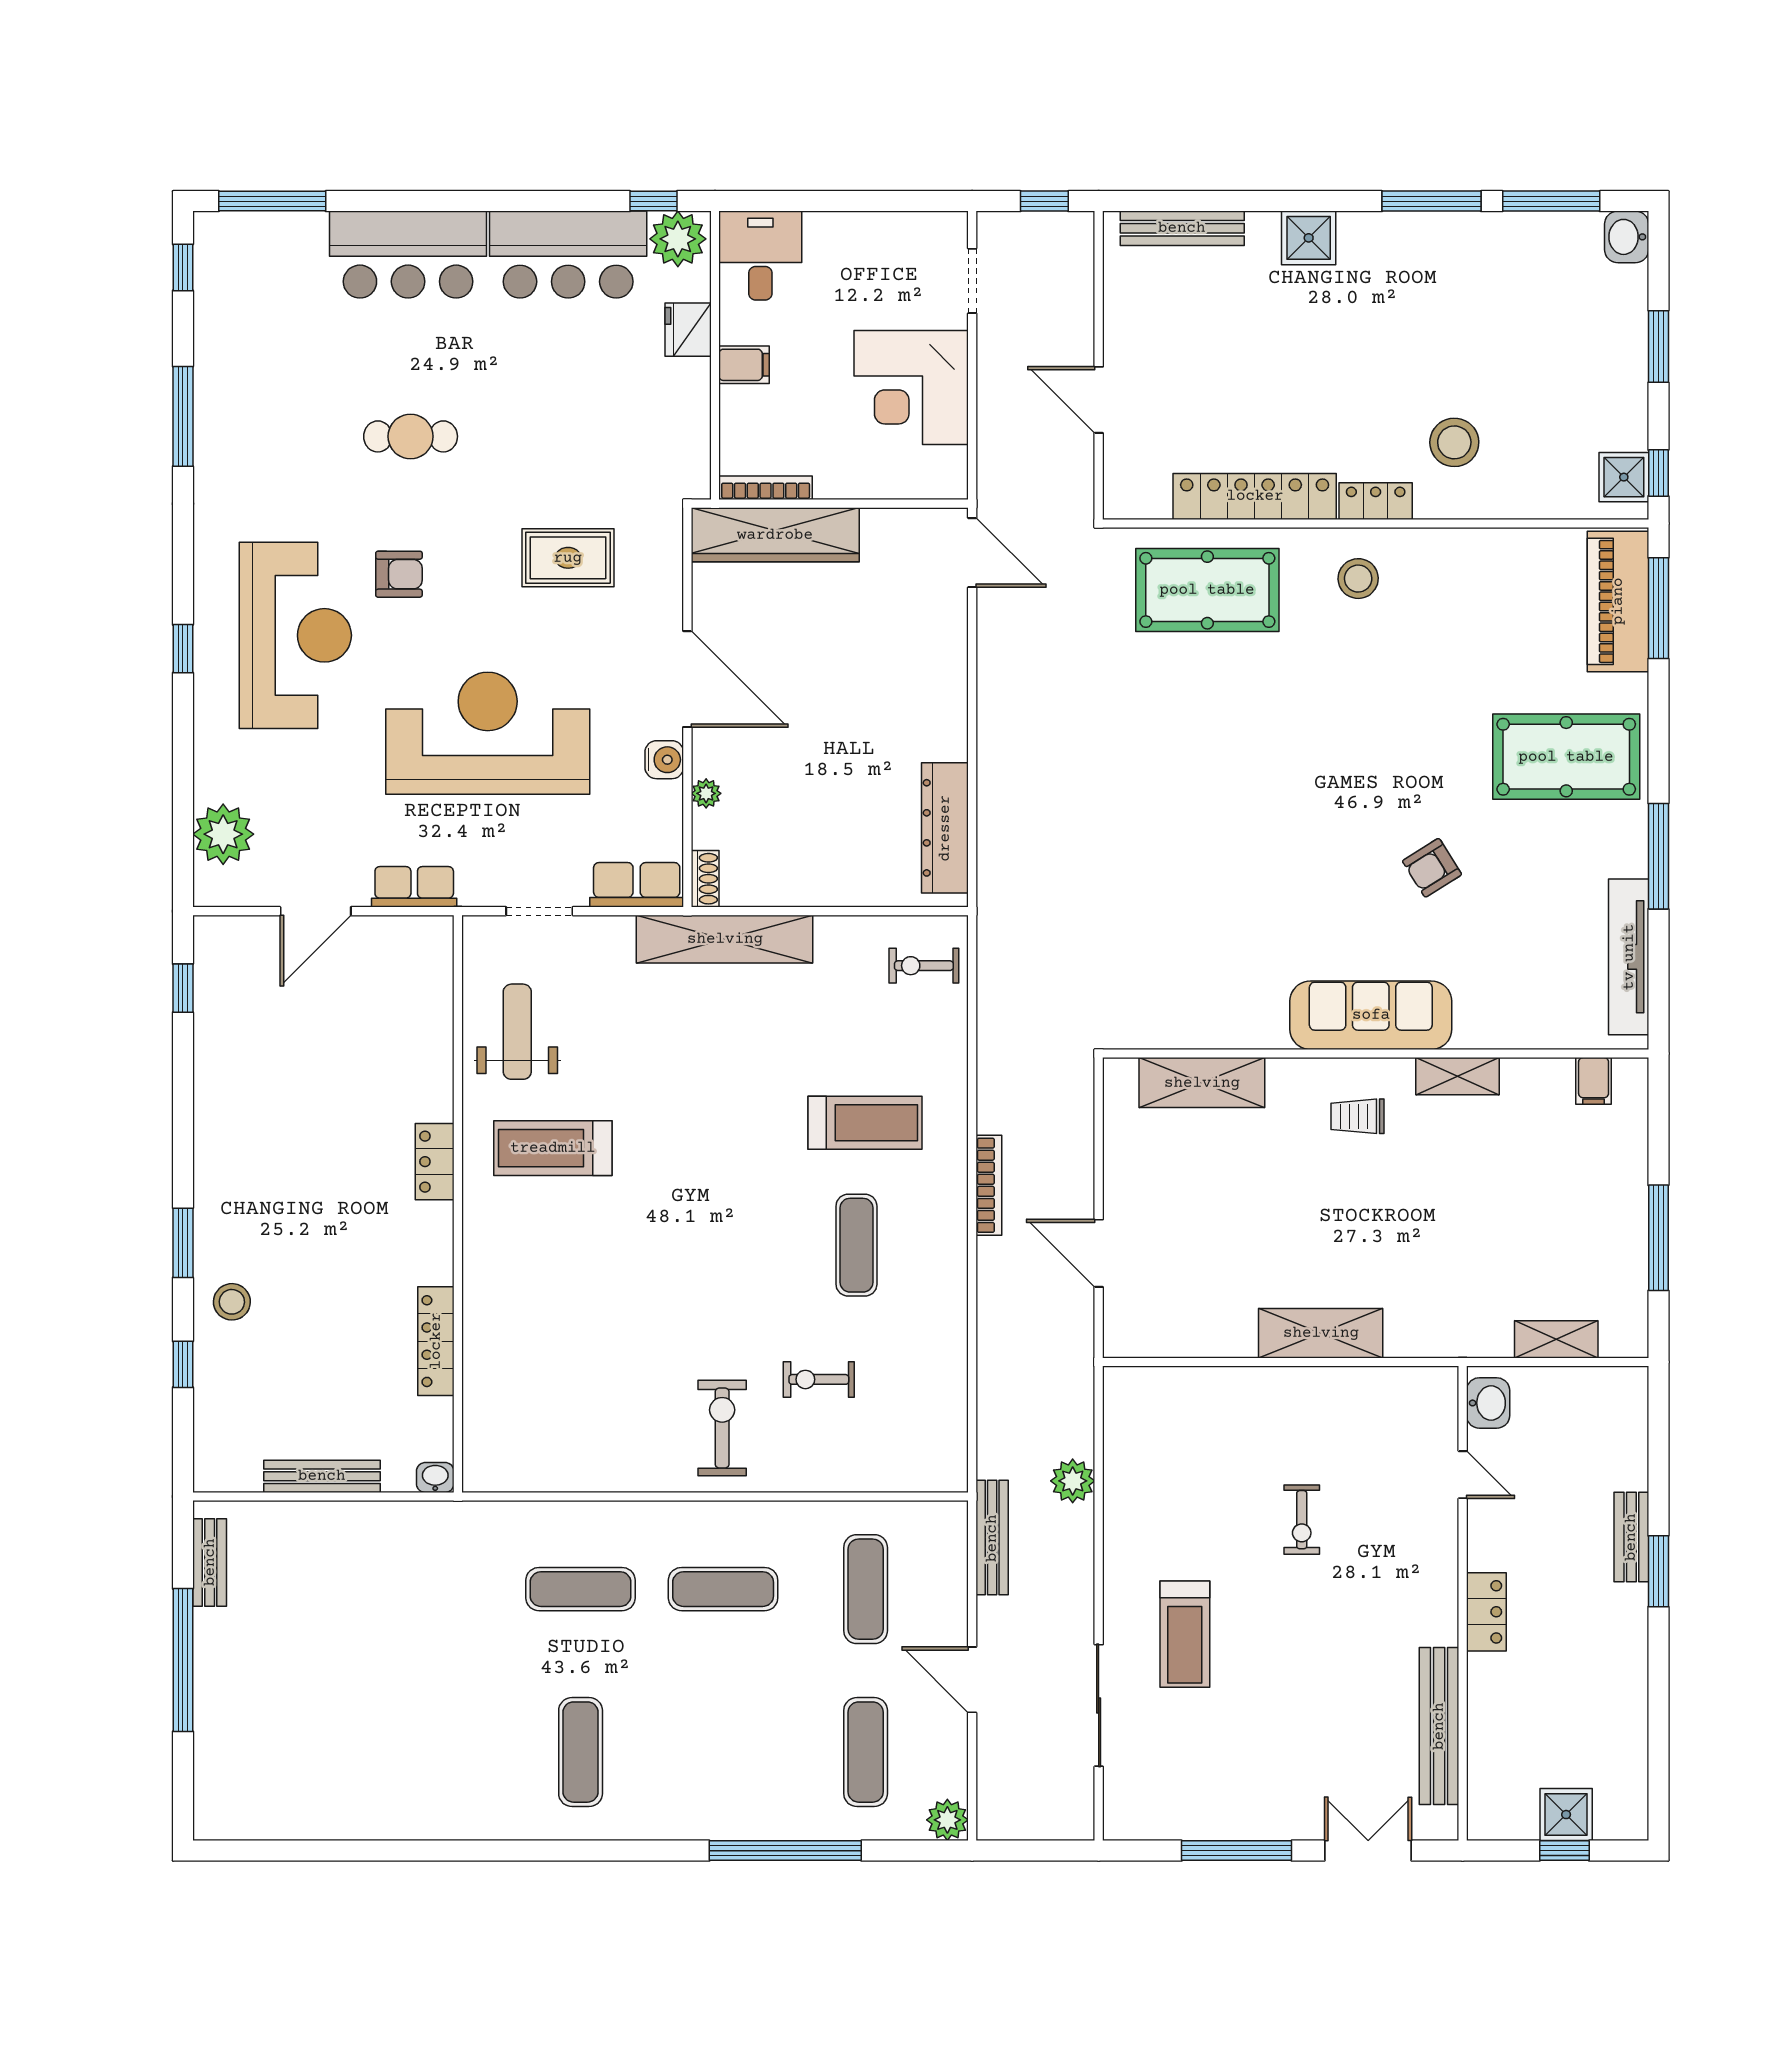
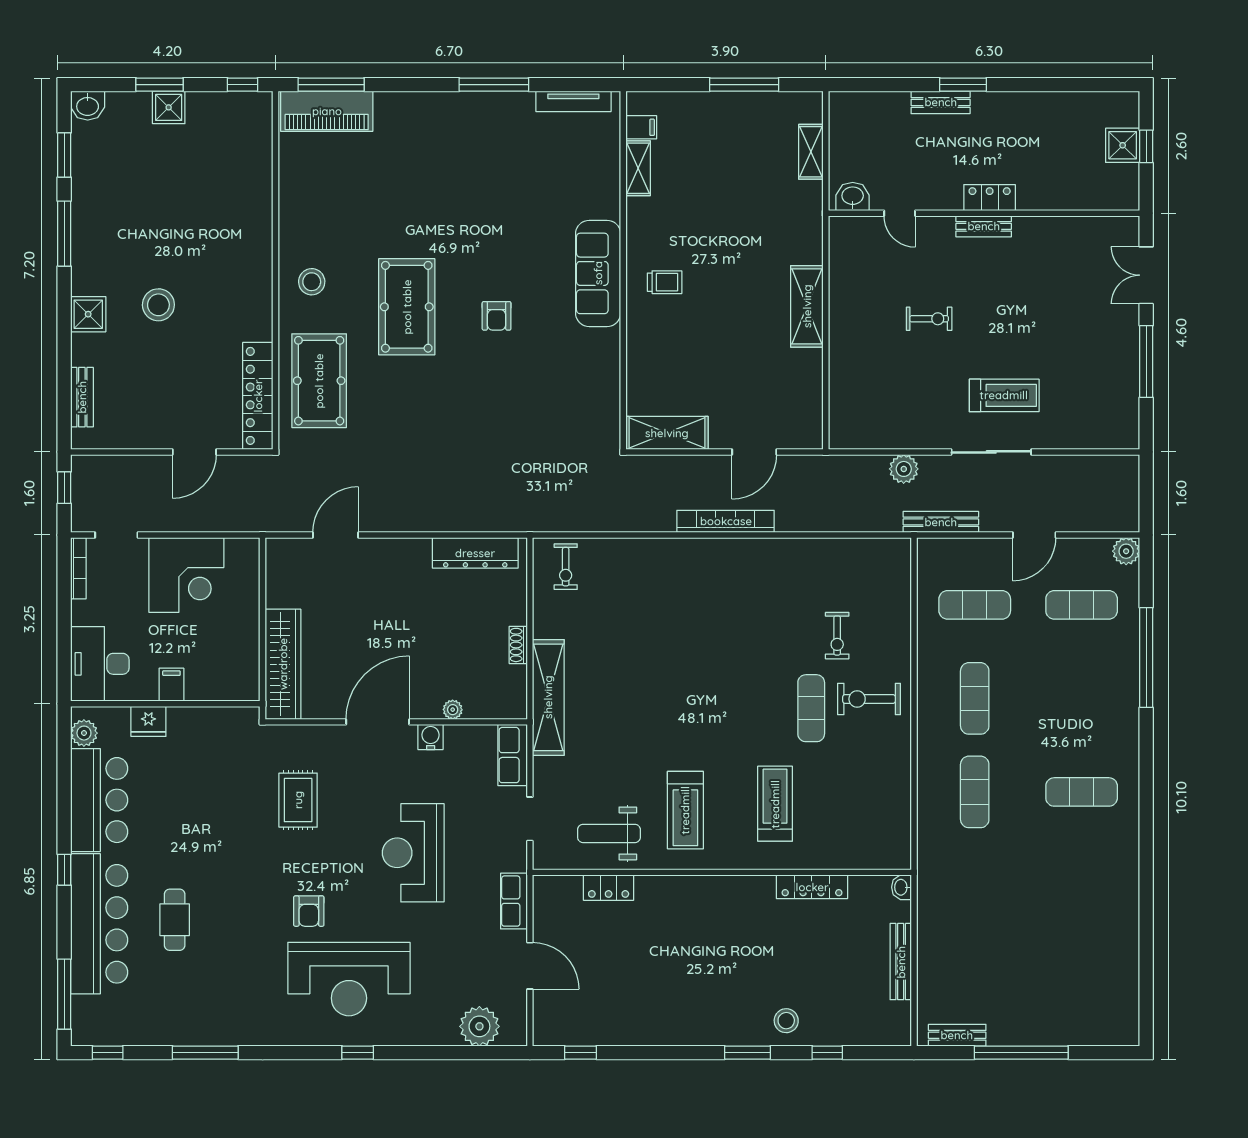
window: (654, 201) -> (64, 870), moved
window: (1551, 201) -> (64, 155), width x0.69
bench: (1182, 228) -> (82, 397), width x0.73
plant: (678, 239) -> (84, 733), width x0.73, depth x0.73
bar counter: (408, 255) -> (99, 924), width x1.36
desk: (760, 256) -> (100, 664), width x1.37
cafe table: (411, 436) -> (175, 920), moved
stool: (1454, 442) -> (158, 305), moved
shower: (1624, 477) -> (169, 107), moved
bookcase: (766, 488) -> (78, 568), moved, turned 180
locker: (1255, 496) -> (258, 396), moved
locker: (1376, 501) -> (261, 270), removed
door: (972, 553) -> (336, 535), moved
armchair: (399, 574) -> (309, 911), turned 180
reception desk: (295, 635) -> (349, 979), turned 180
reception desk: (488, 733) -> (413, 853), width x0.74, depth x0.77
pool table: (1566, 757) -> (407, 307), moved
armchair: (1432, 868) -> (497, 316), moved, turned 32
shoe rack: (705, 879) -> (518, 645), moved, turned -90
tv unit: (1629, 957) -> (573, 101), width x0.73, depth x0.78
shelving: (1457, 1076) -> (638, 168), moved
shelving: (1202, 1083) -> (667, 433), moved, turned 90
trolley: (1357, 1116) -> (665, 282), turned -90
treadmill: (865, 1123) -> (775, 804), moved
locker: (435, 1162) -> (609, 888), moved
bookcase: (989, 1185) -> (726, 521), width x1.48, depth x1.31
exercise mat: (856, 1245) -> (811, 708), moved, turned 90
door: (1463, 1475) -> (900, 213), swing flipped
sliding door: (1099, 1705) -> (991, 452), moved
bench: (1439, 1726) -> (984, 226), moved, width x0.54, depth x0.82

